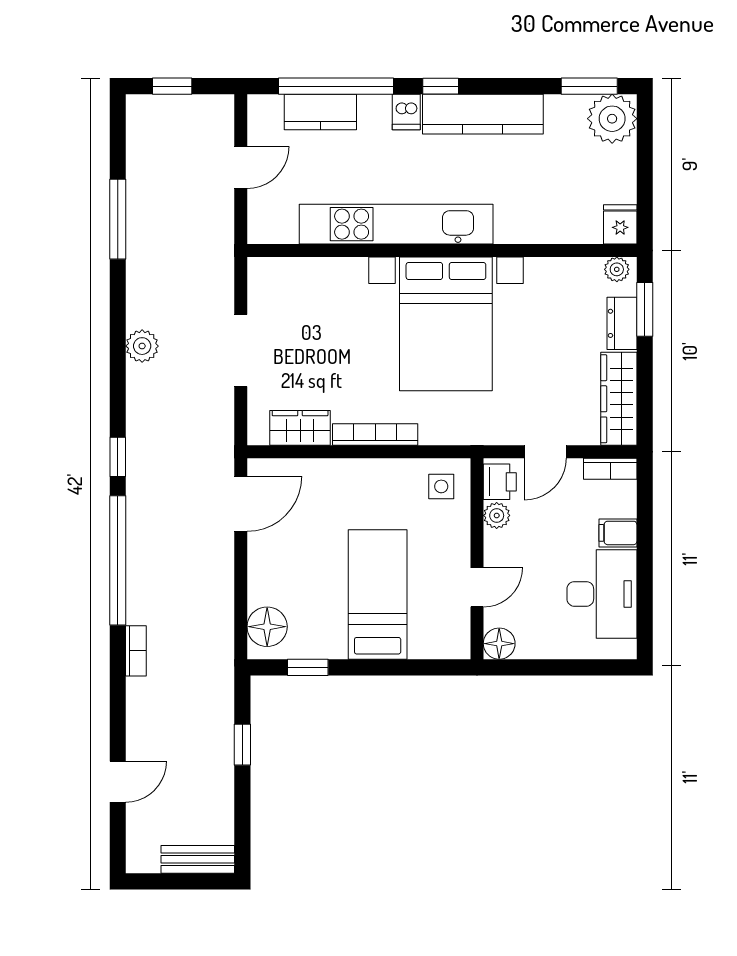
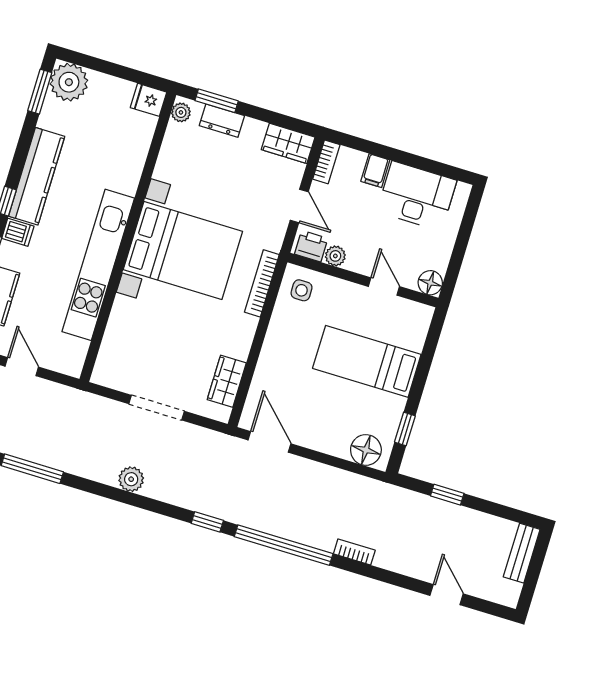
wardrobe: (619, 399) -> (288, 143), width x0.67
bookcase: (375, 434) -> (262, 283), moved

